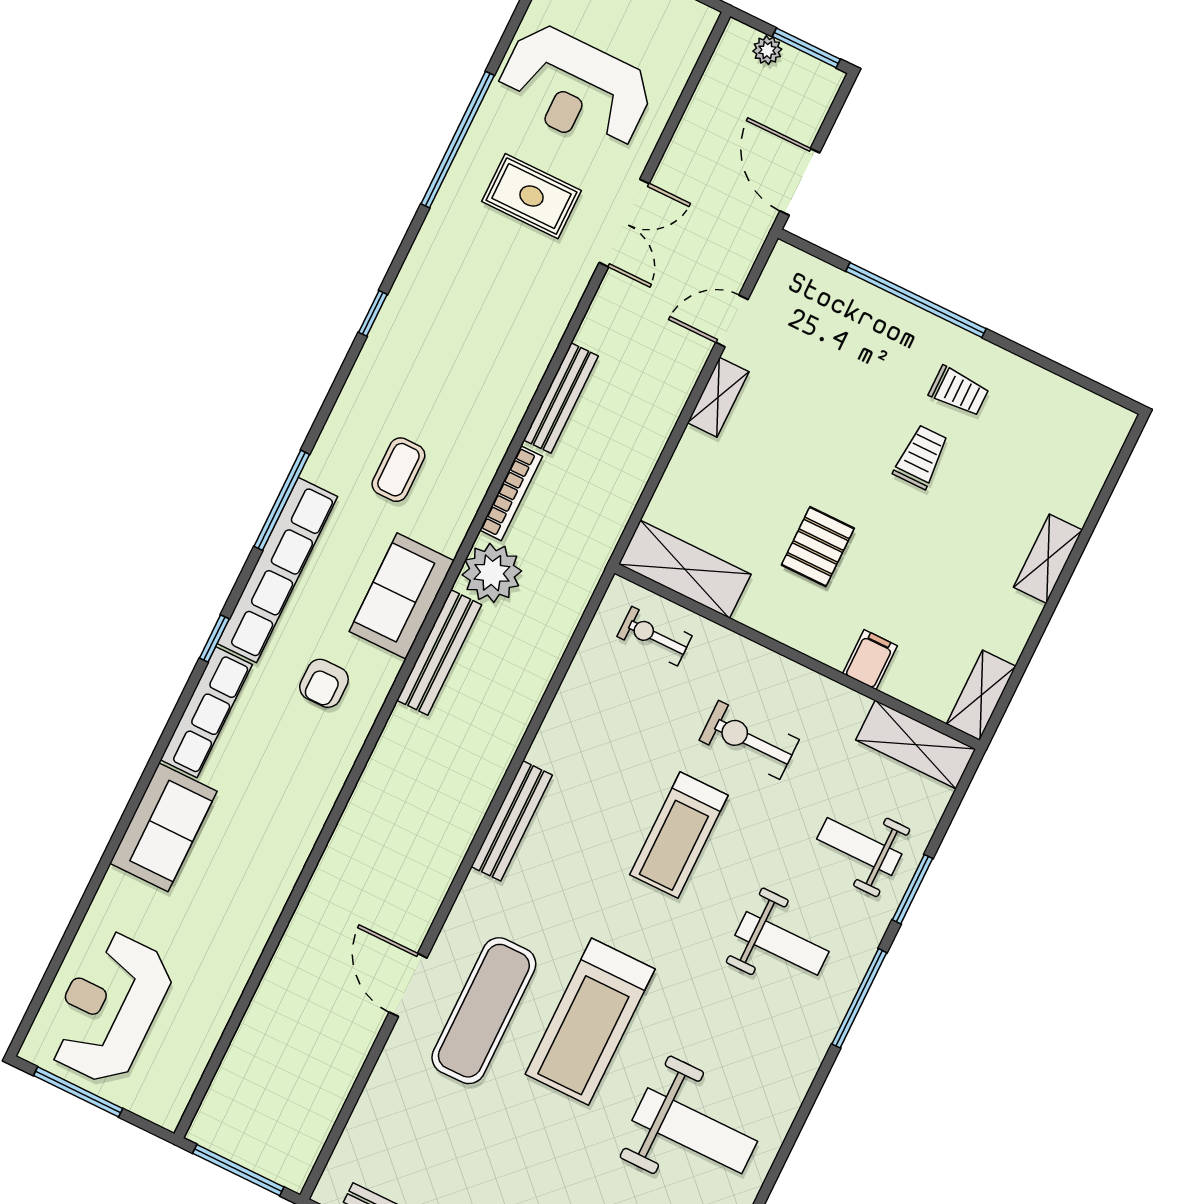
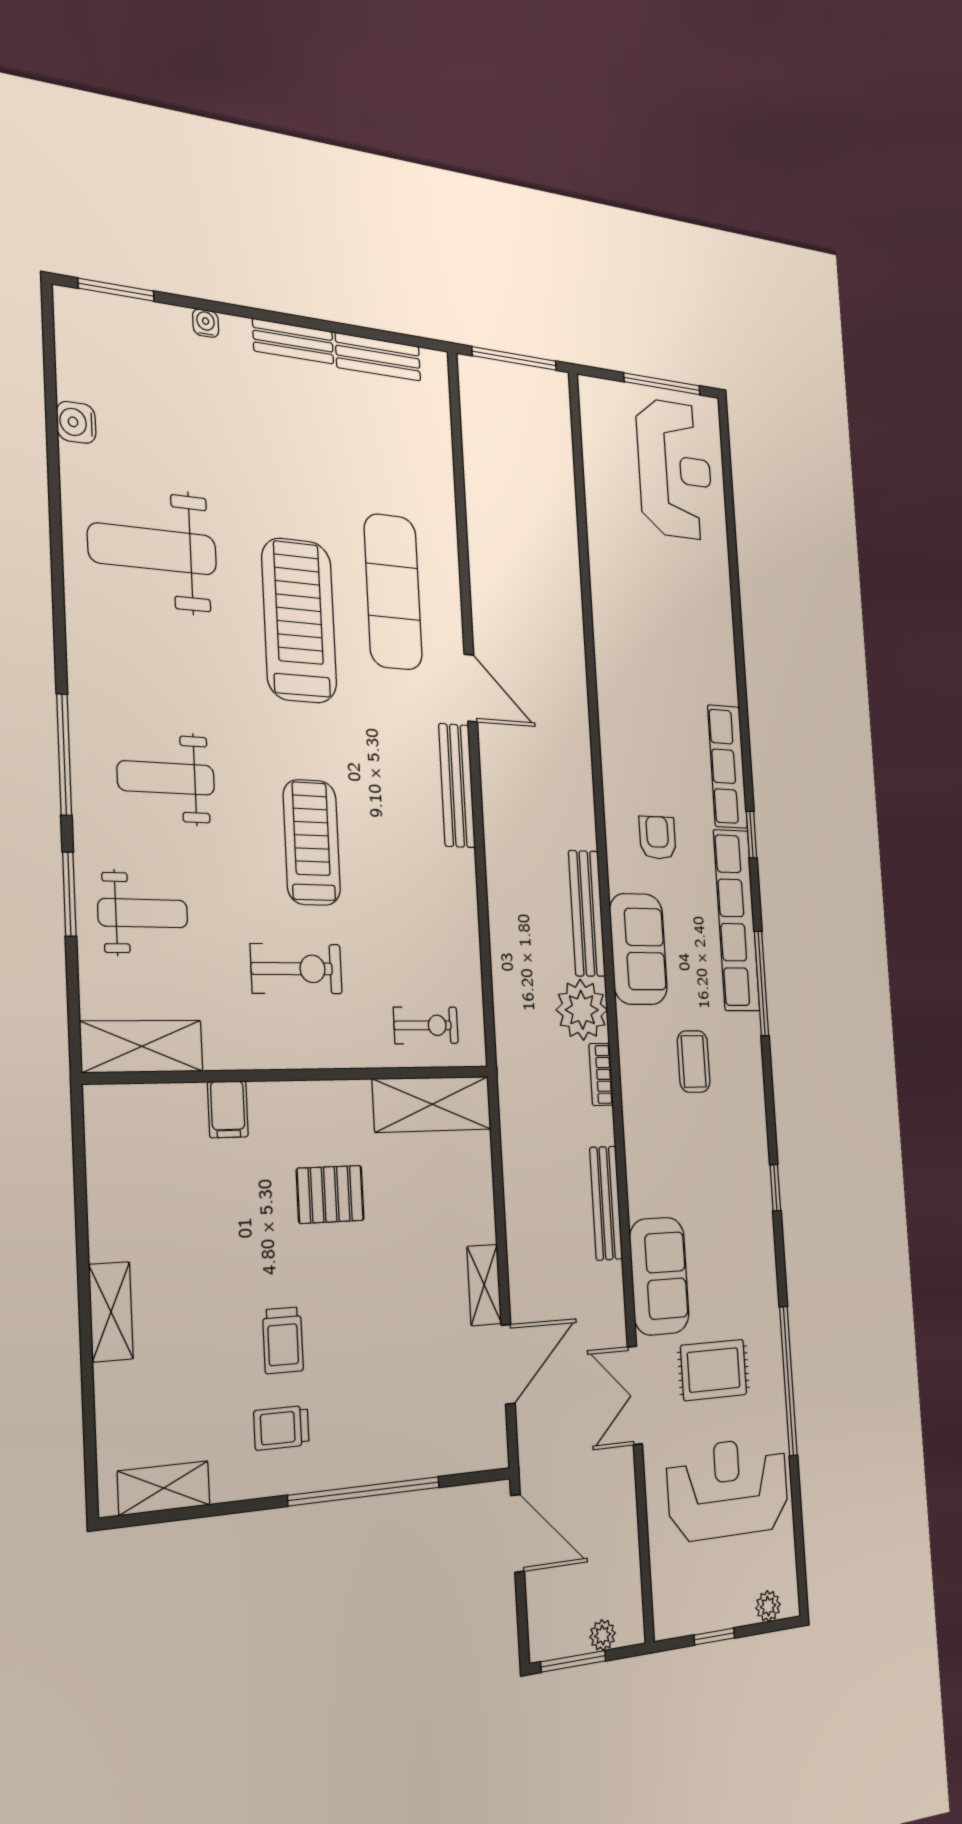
door: (732, 321) -> (508, 1364), width x1.37
bookcase: (511, 493) -> (601, 1074), width x0.64
pallet: (818, 547) -> (330, 1194), turned 90
shelving: (981, 695) -> (164, 1488), moved, turned 90
sofa: (163, 827) -> (659, 1276), moved, turned 180
door: (408, 985) -> (471, 688), moved

